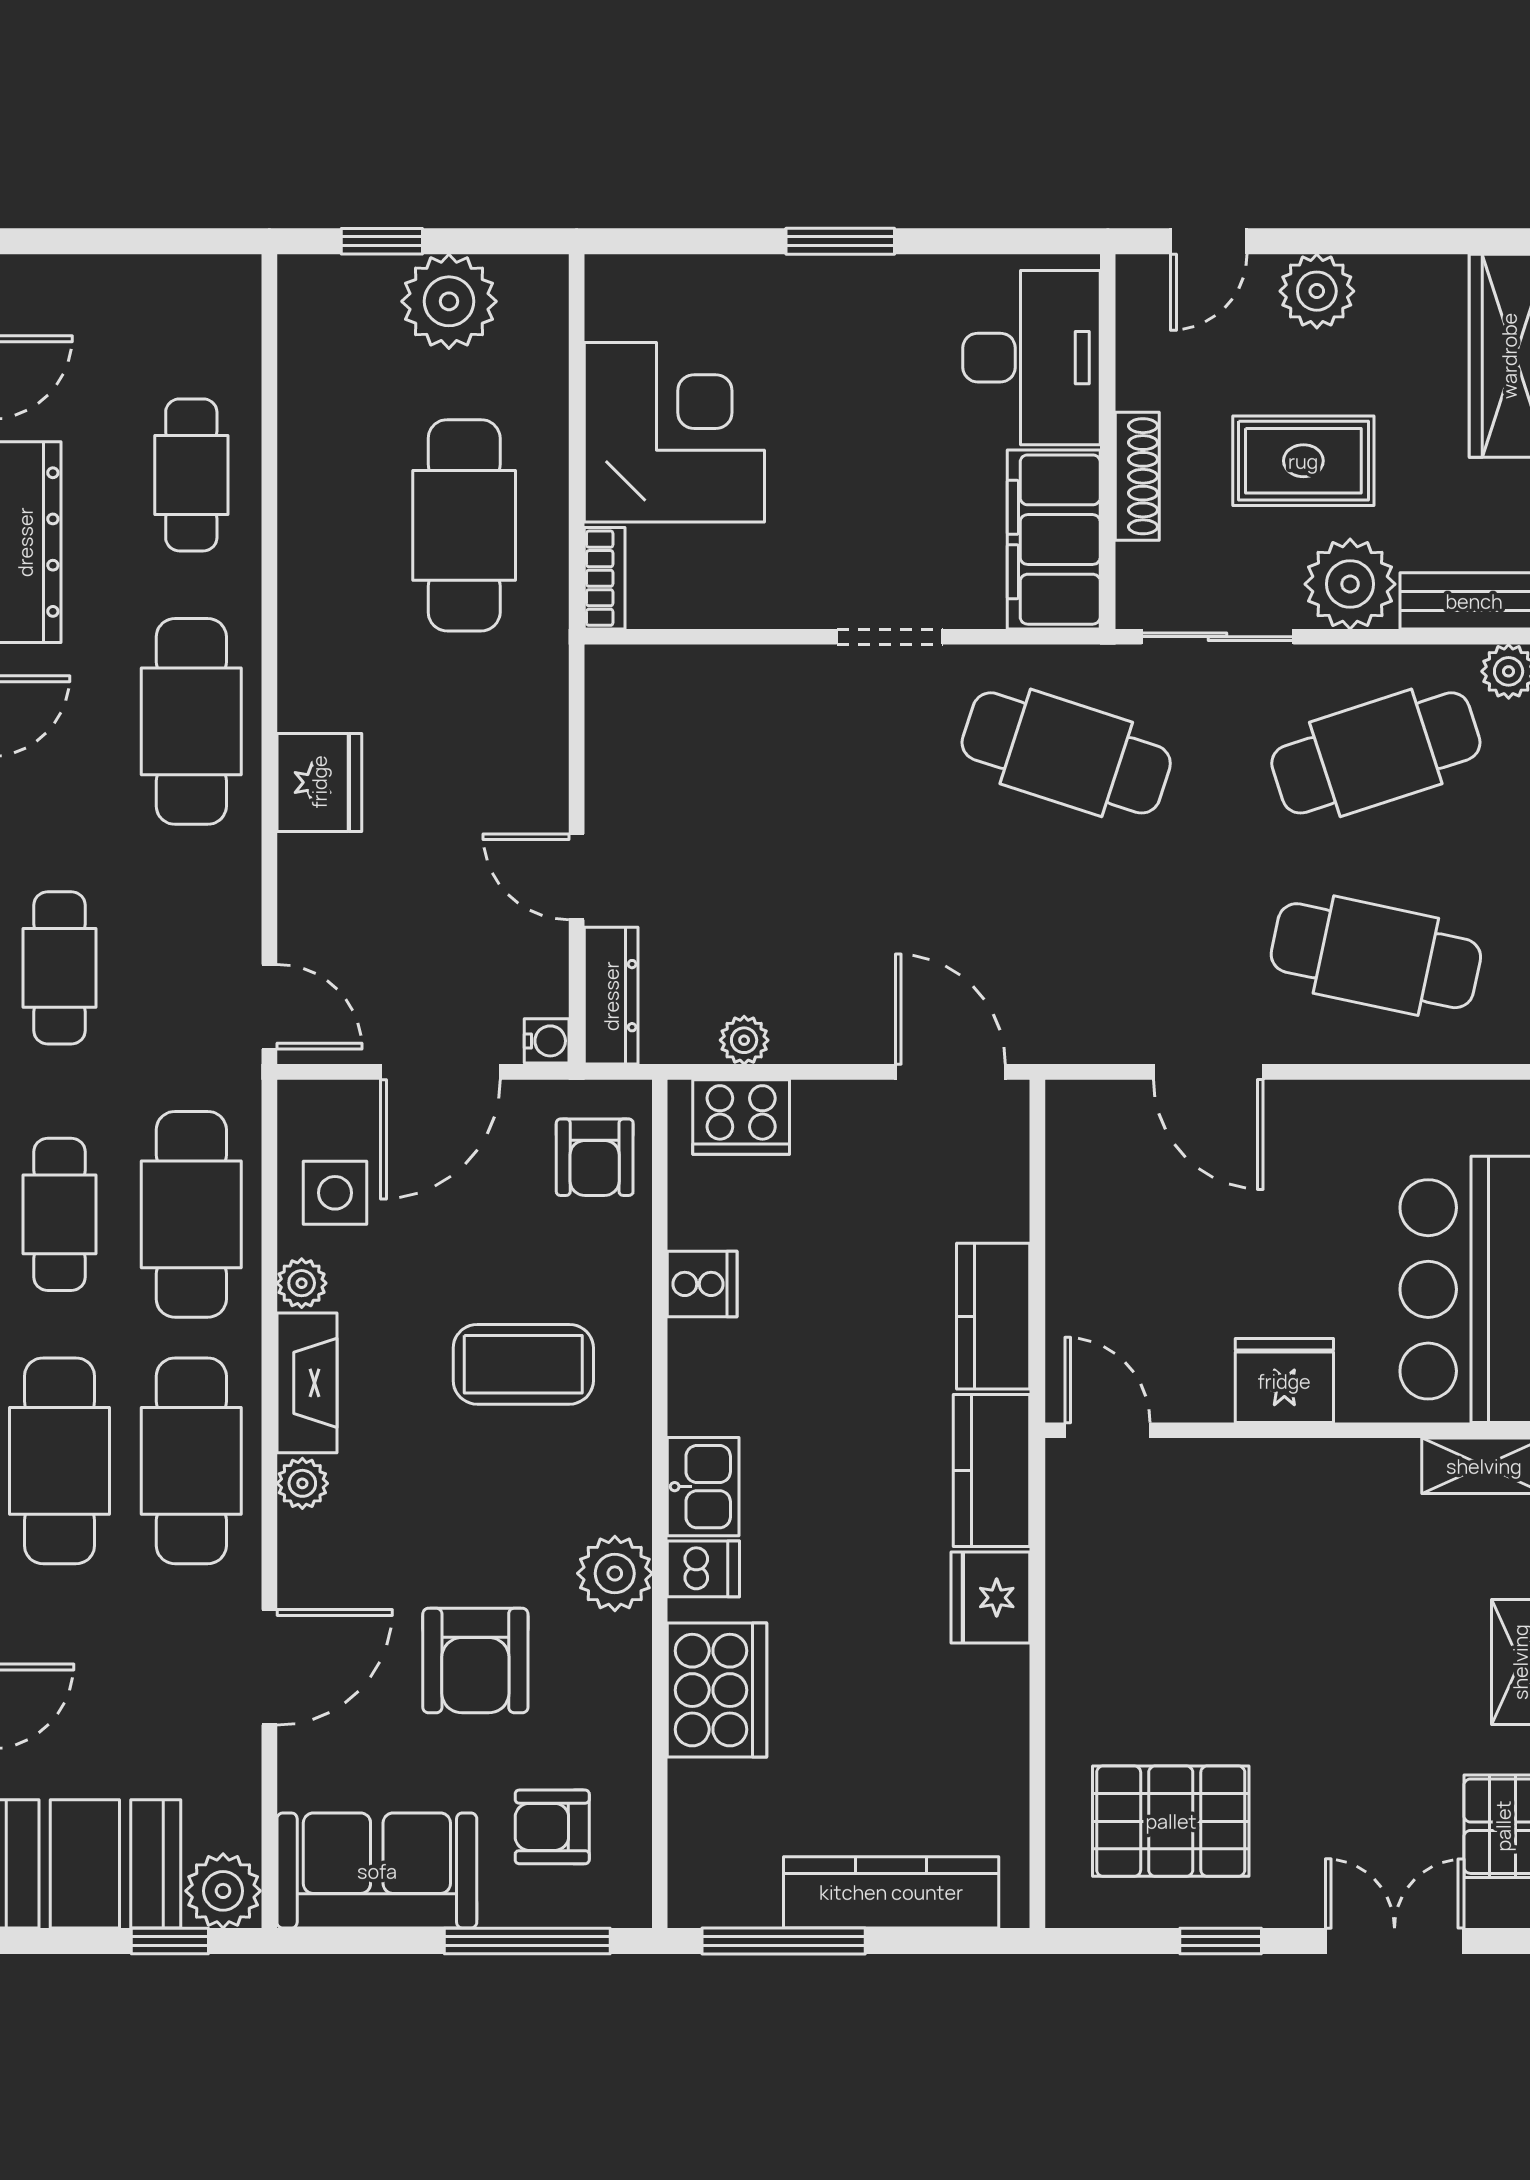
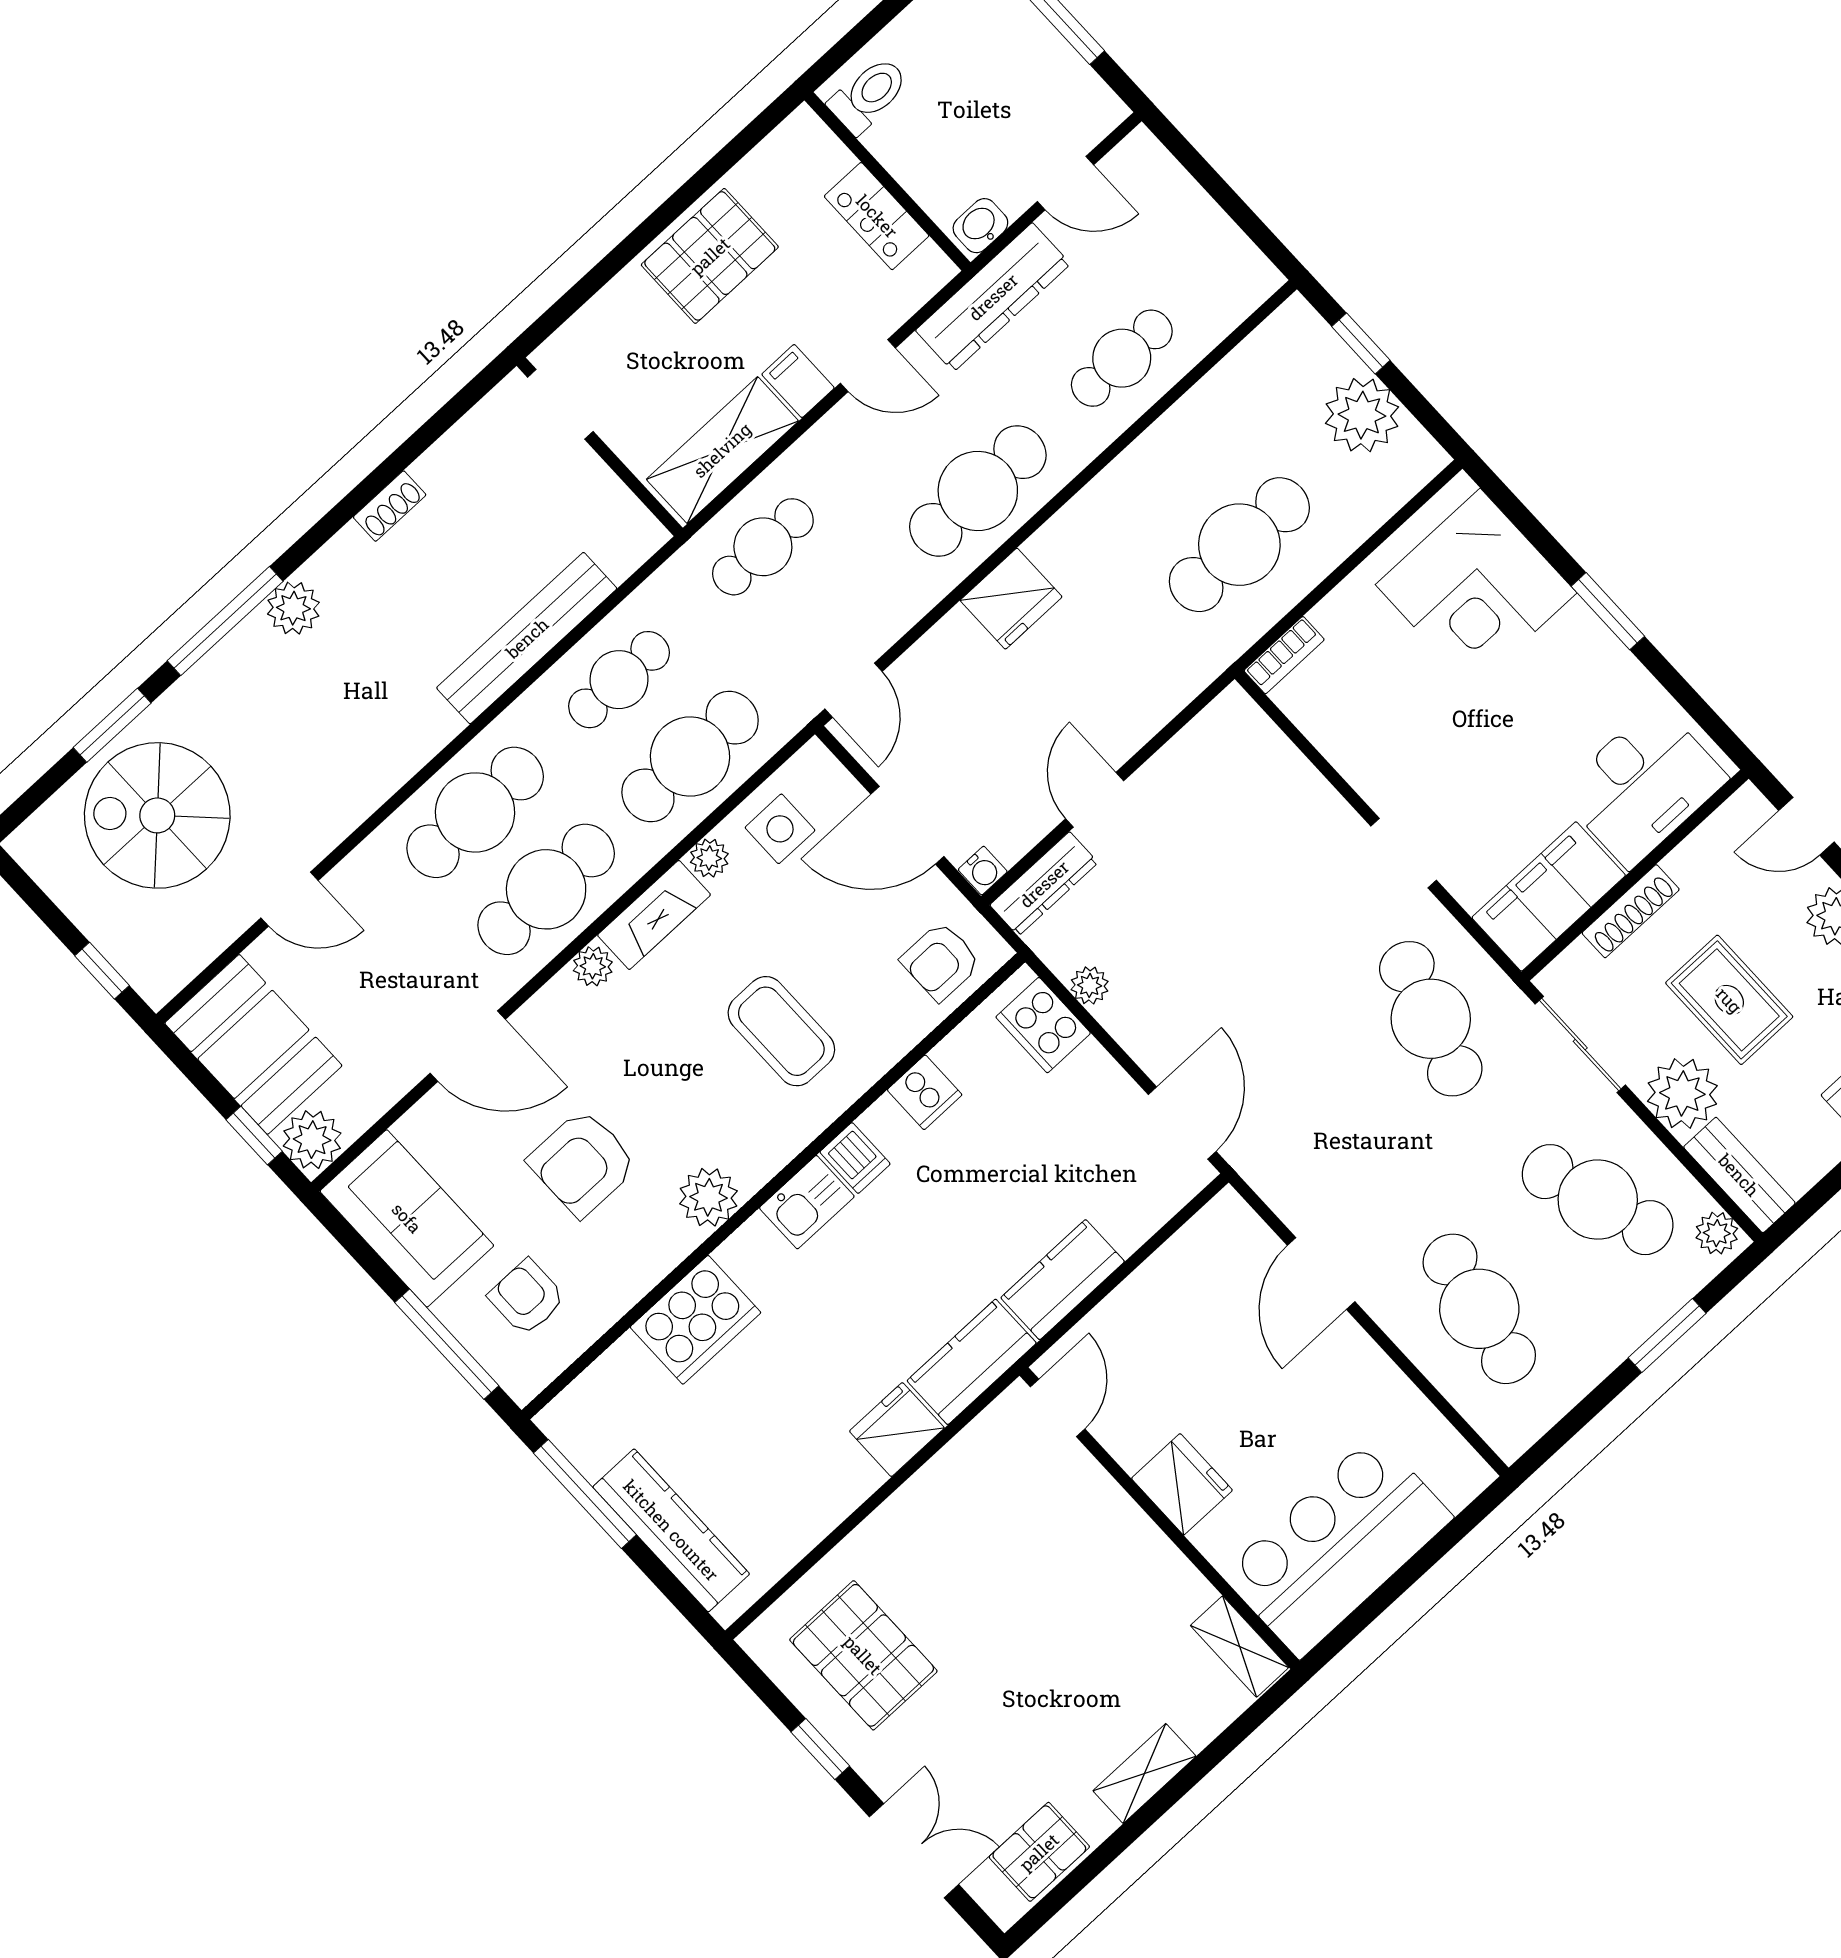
corner desk: (674, 432) -> (1476, 589), moved, turned 90
dishwasher: (703, 1569) -> (855, 1158), moved

